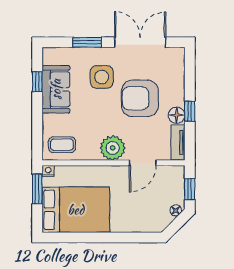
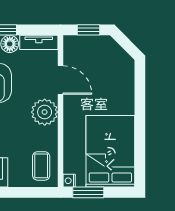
floor lamp: (176, 210) -> (111, 45), removed

